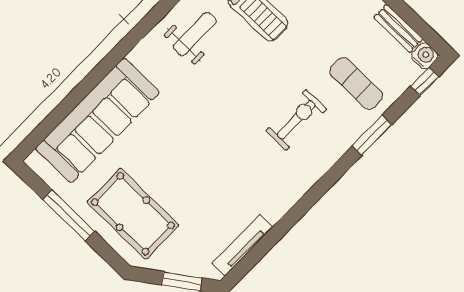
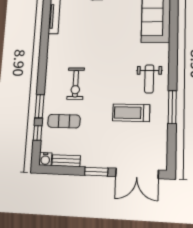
window: (425, 81) -> (38, 133), moved

